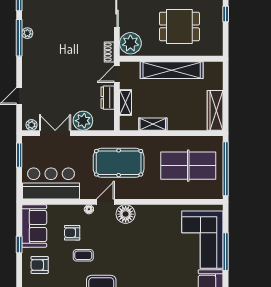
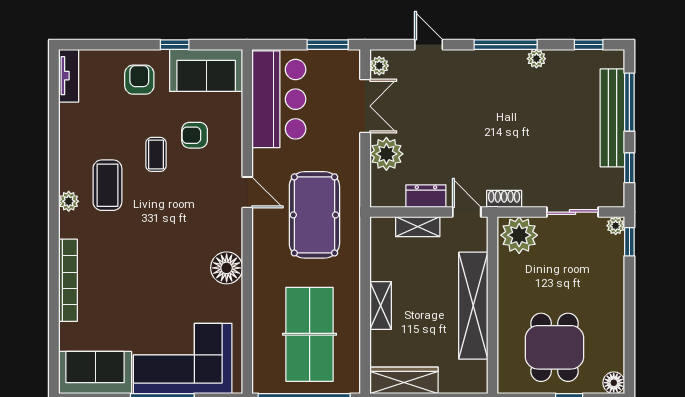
dining table: (179, 26) -> (554, 347), moved
window: (19, 38) -> (506, 45), moved
shelving: (153, 124) -> (381, 305), moved
floor lamp: (89, 209) -> (235, 164), removed
floor lamp: (126, 214) -> (227, 268), moved
armchair: (72, 233) -> (195, 135), turned -90

